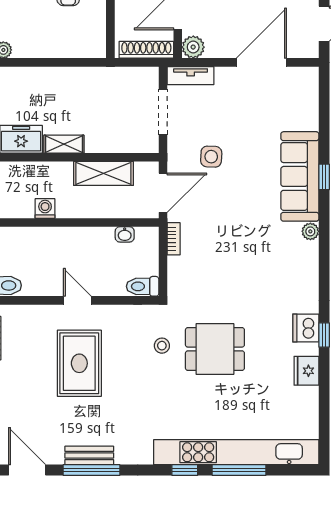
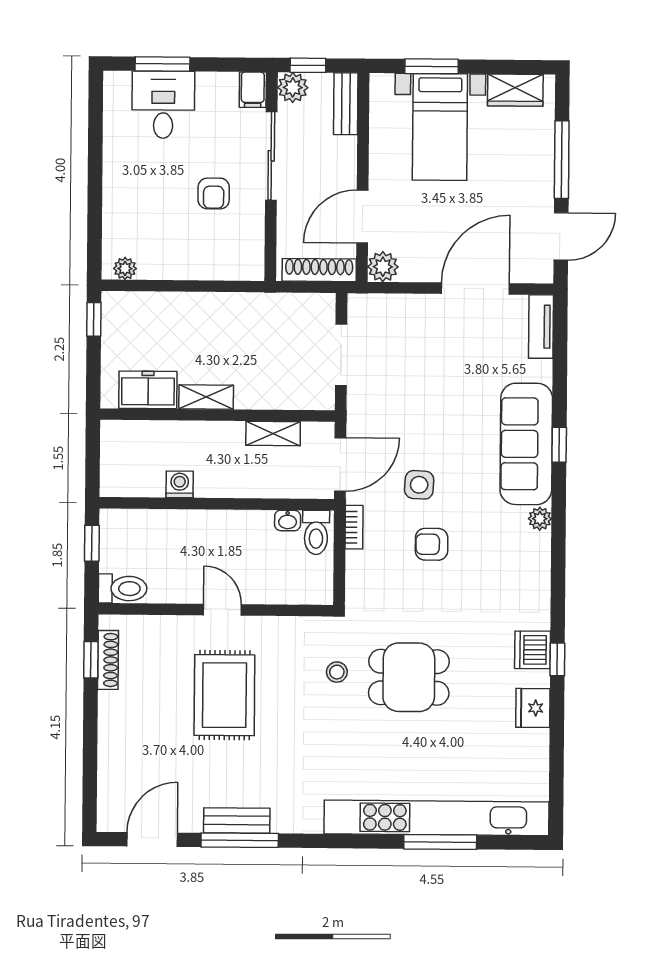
tv unit: (191, 76) -> (541, 327), moved, turned 90
side table: (211, 157) -> (419, 485), moved
shelving: (103, 173) -> (273, 433), width x0.67, depth x0.75
armchair: (231, 251) -> (432, 544), added
toilet: (143, 286) -> (316, 532), moved, turned -90
door: (27, 470) -> (152, 839), hinge flipped
window: (185, 470) -> (366, 841), removed

